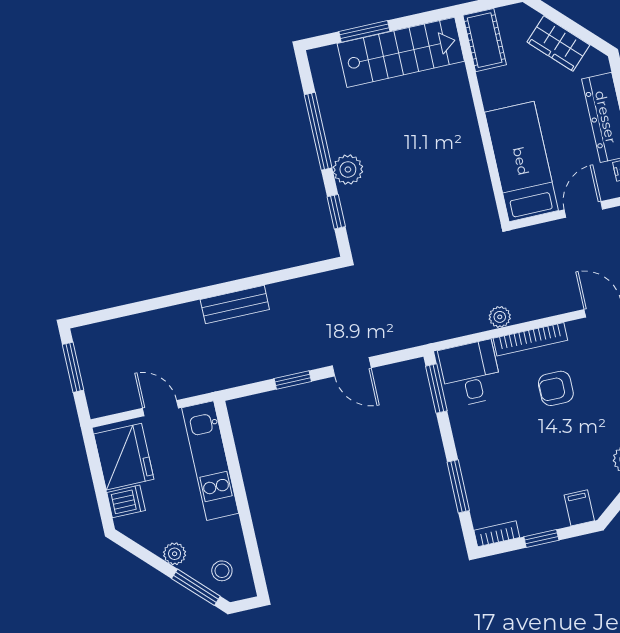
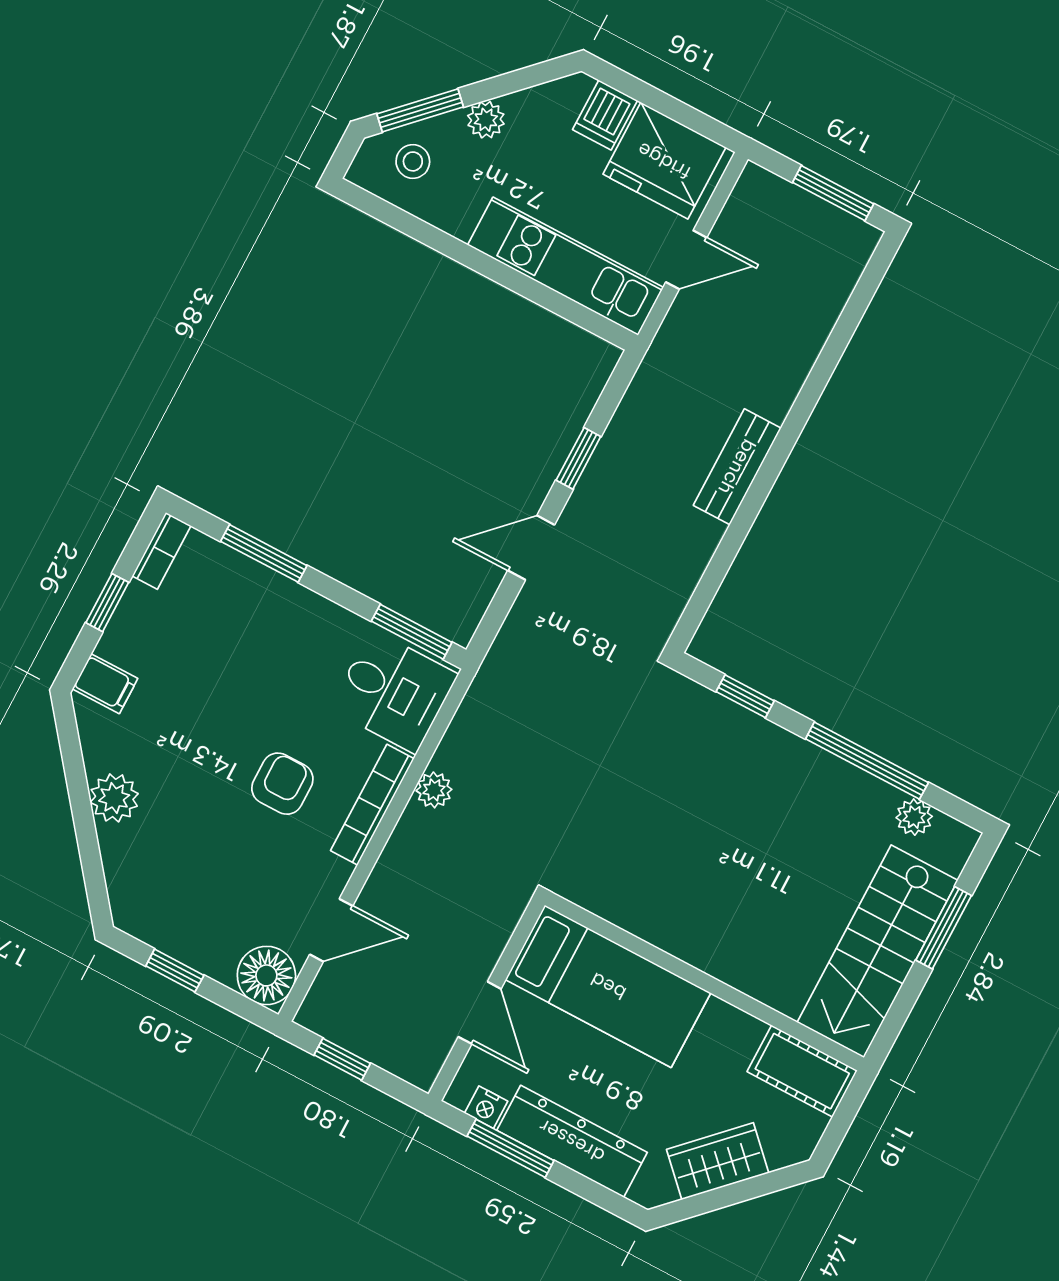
plant: (348, 169) -> (914, 817), moved, width x0.73, depth x0.73

